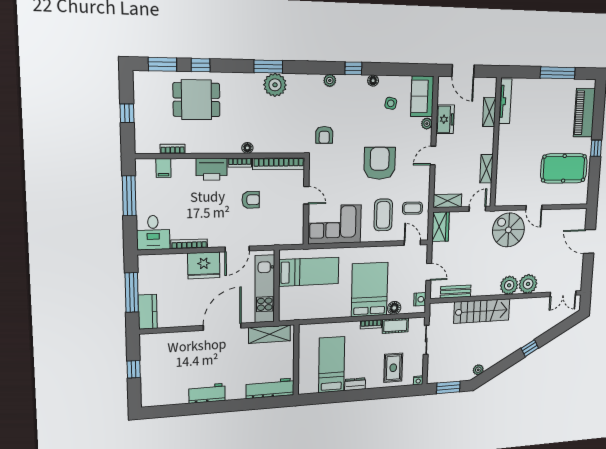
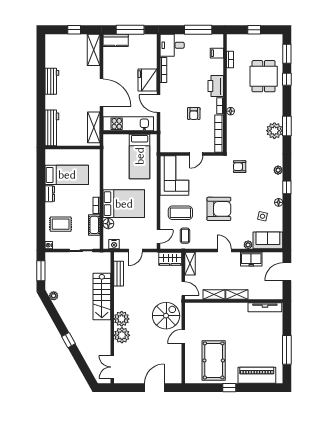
shelving: (489, 112) -> (237, 295), moved
shelving: (162, 341) -> (94, 50), added

